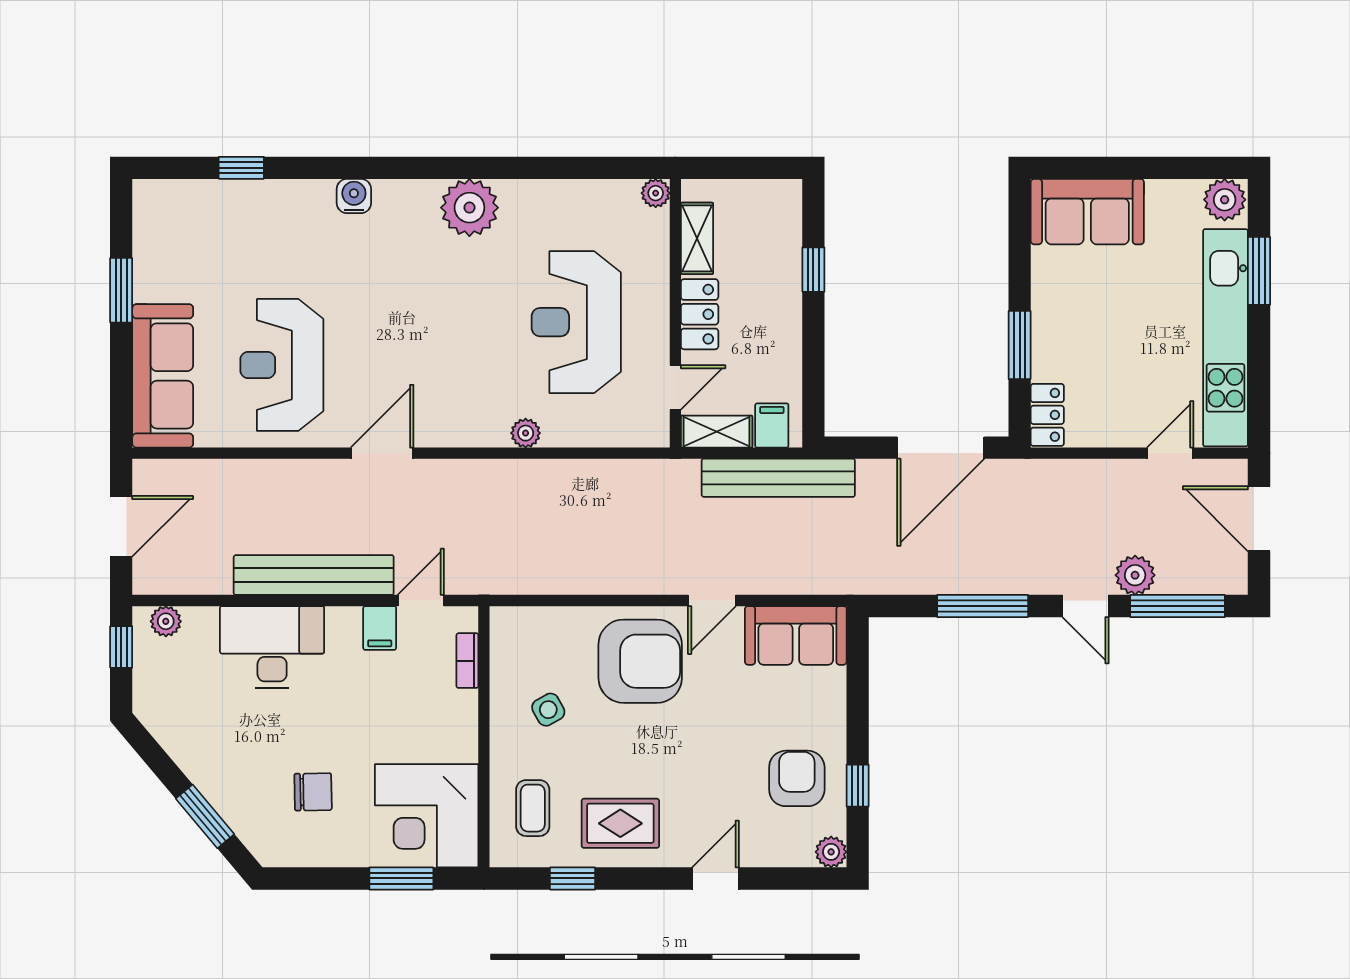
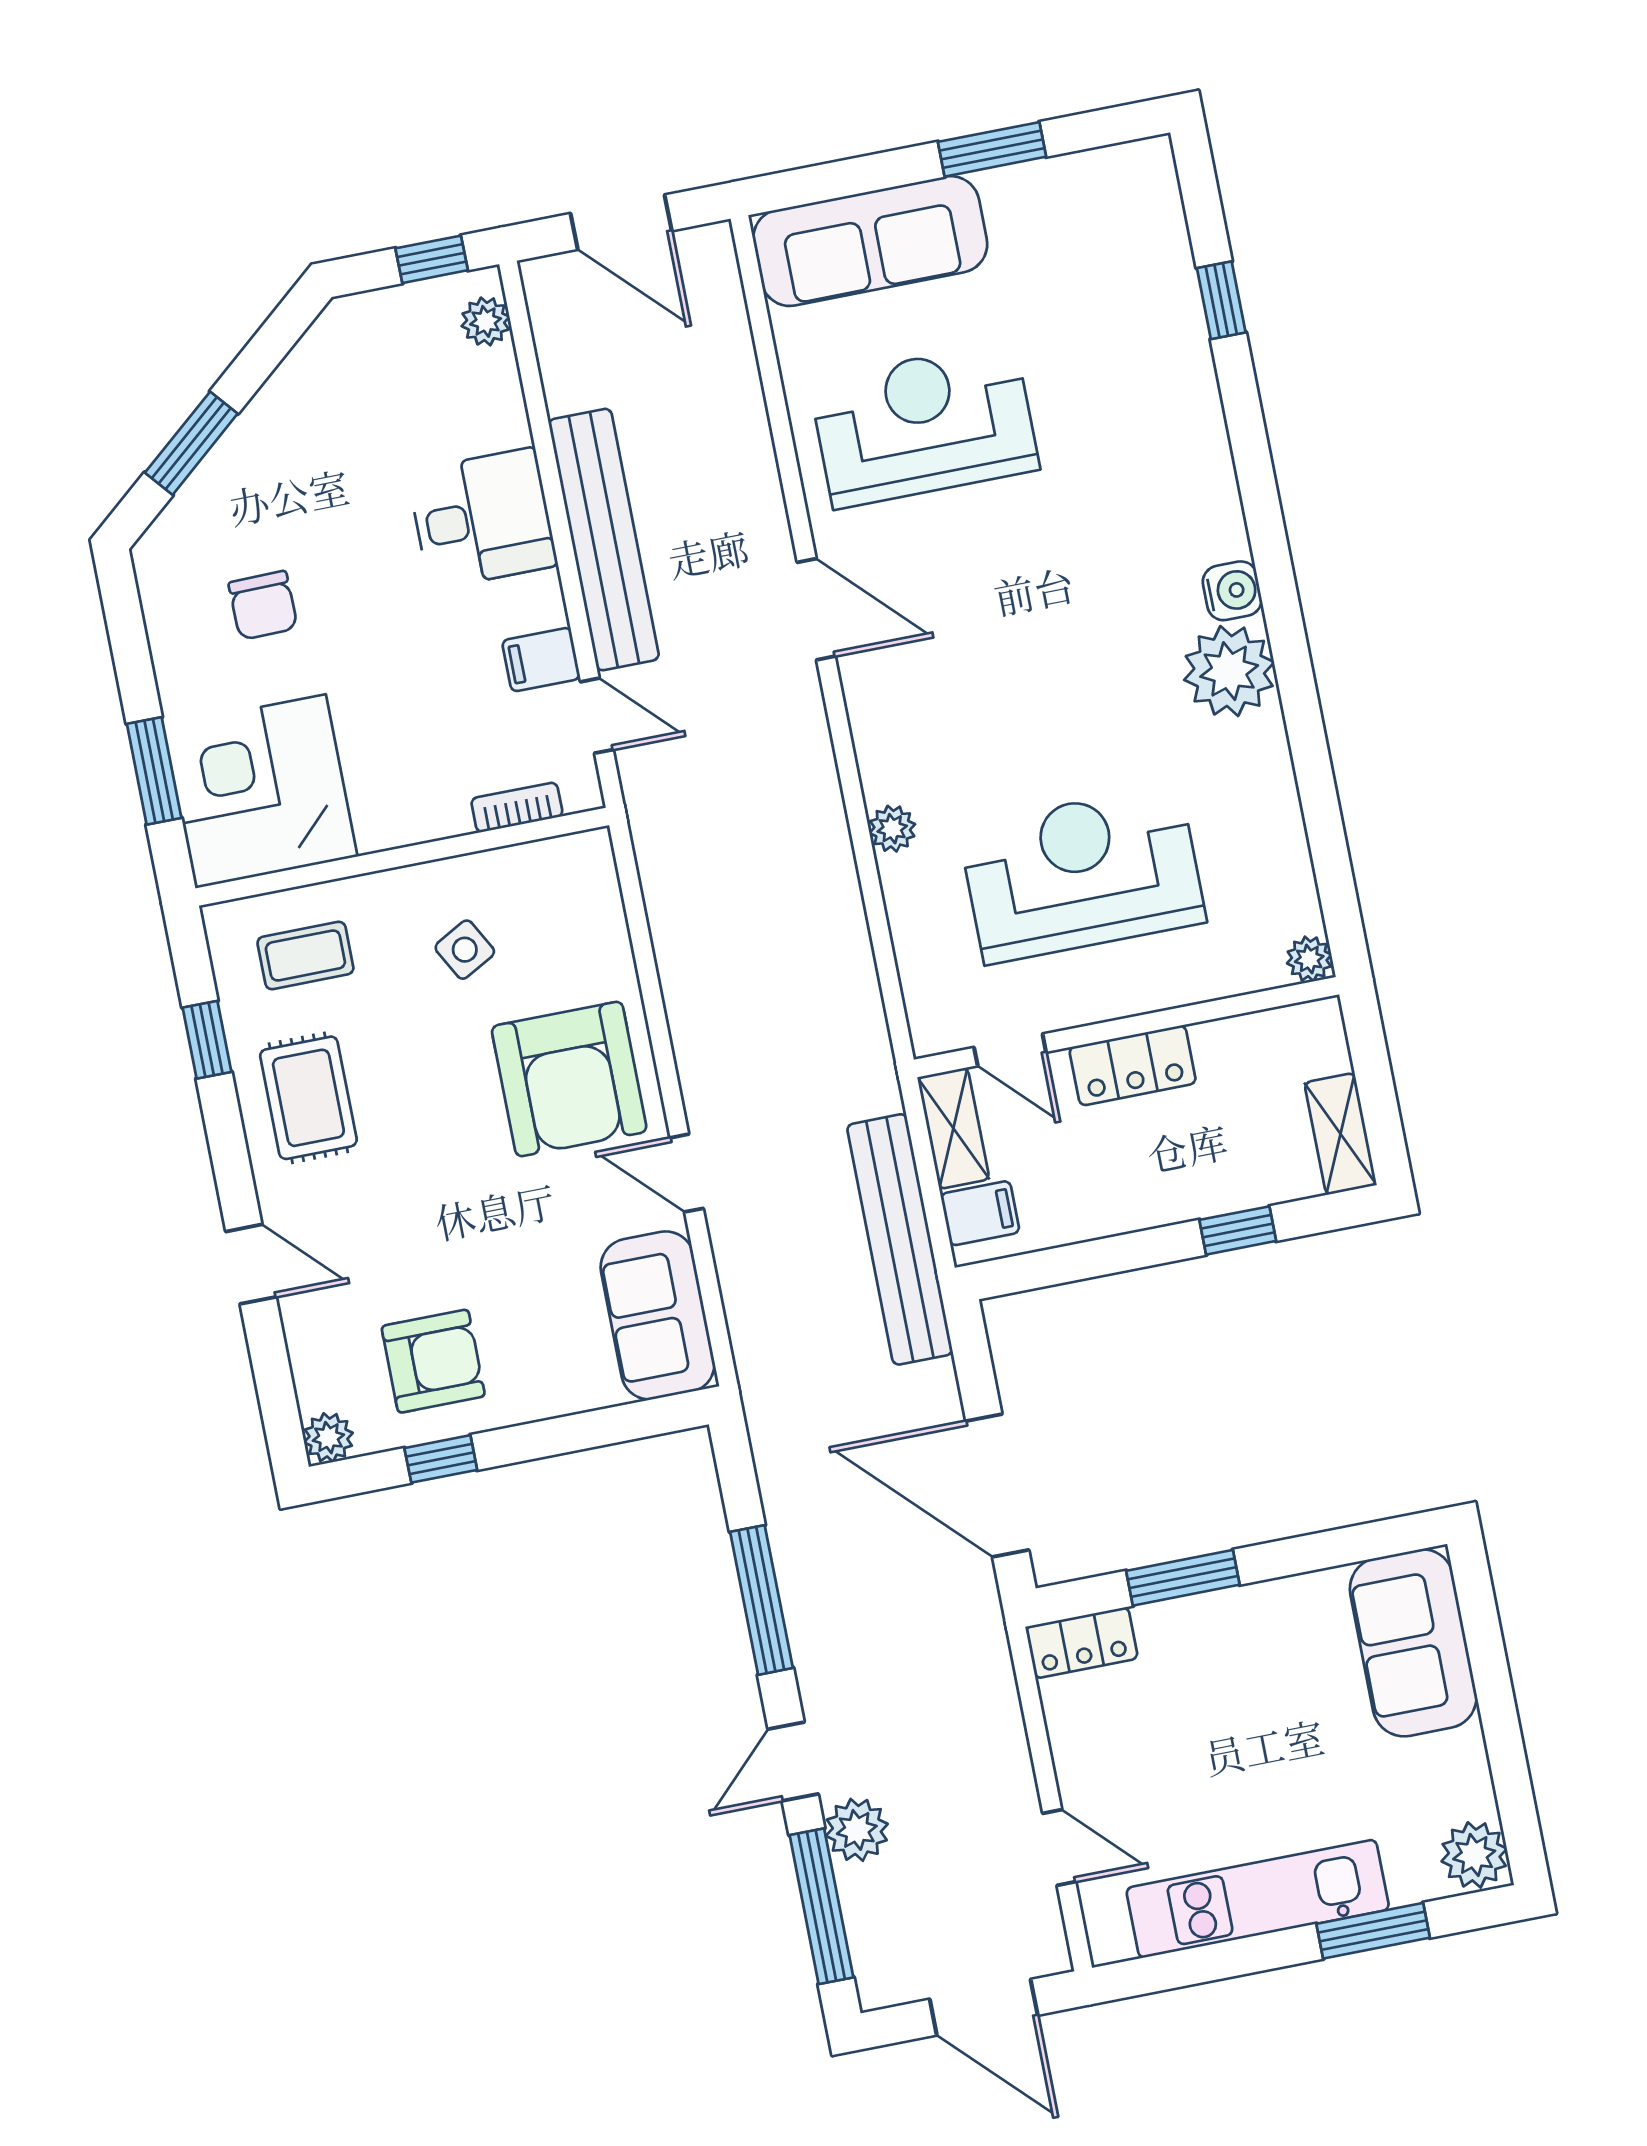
water cooler: (354, 196) -> (1232, 591), moved
shelving: (697, 238) -> (1340, 1134), moved, turned 90
kitchen unit: (1225, 338) -> (1258, 1899), width x0.73
door: (1259, 519) -> (984, 2007), swing flipped
desk: (272, 647) -> (482, 519), width x0.73

